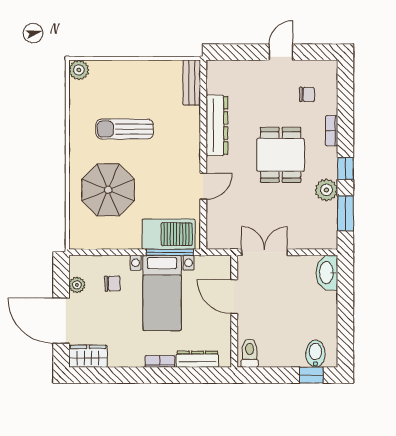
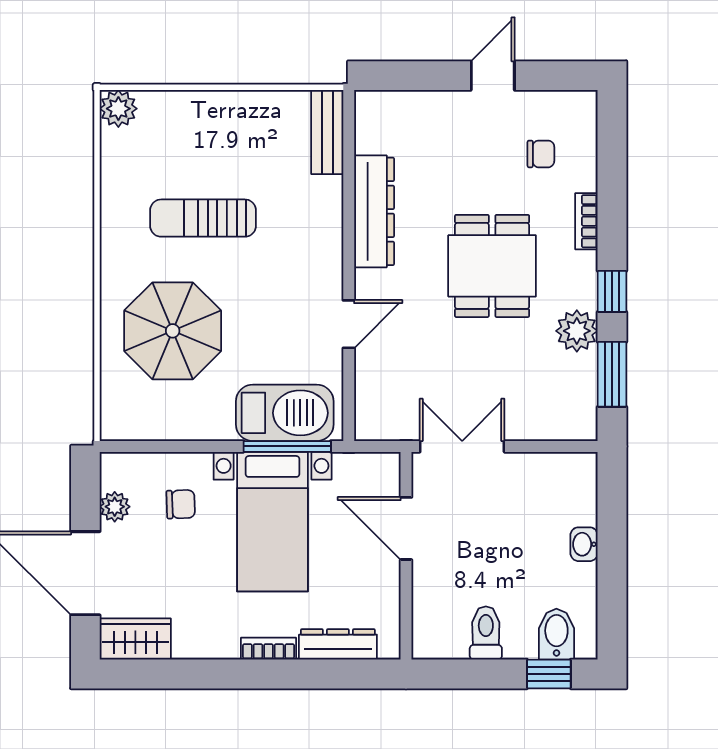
washbasin: (327, 273) -> (584, 544), moved, width x0.52, depth x0.69
toilet: (250, 353) -> (486, 633), moved

